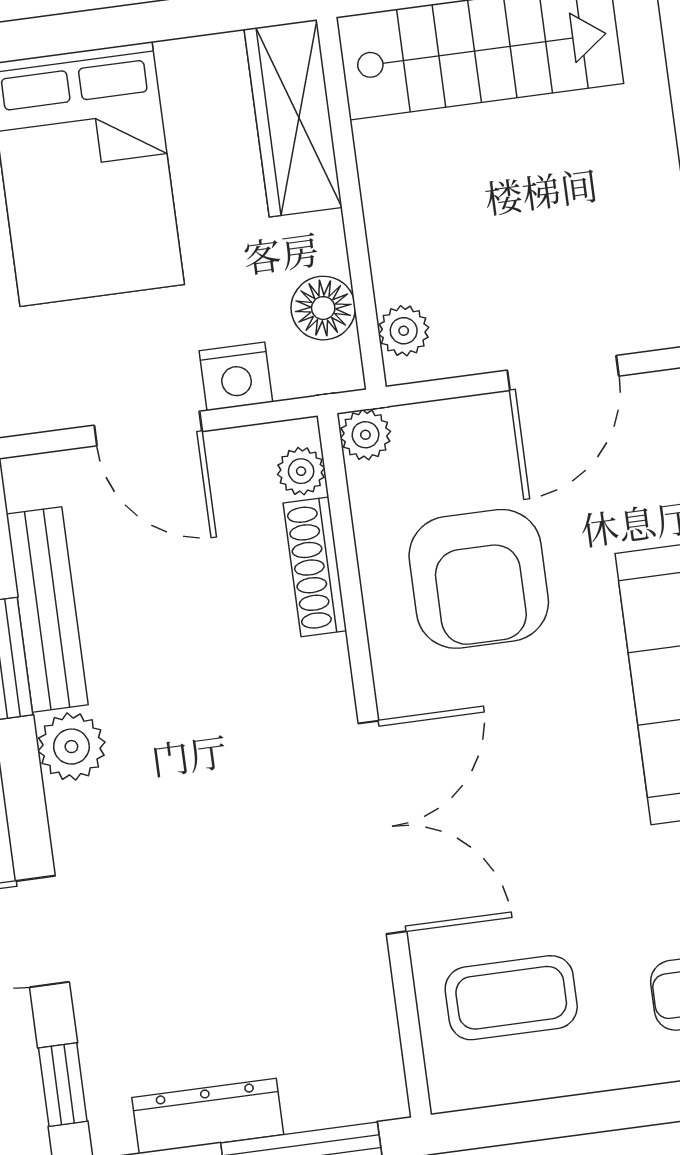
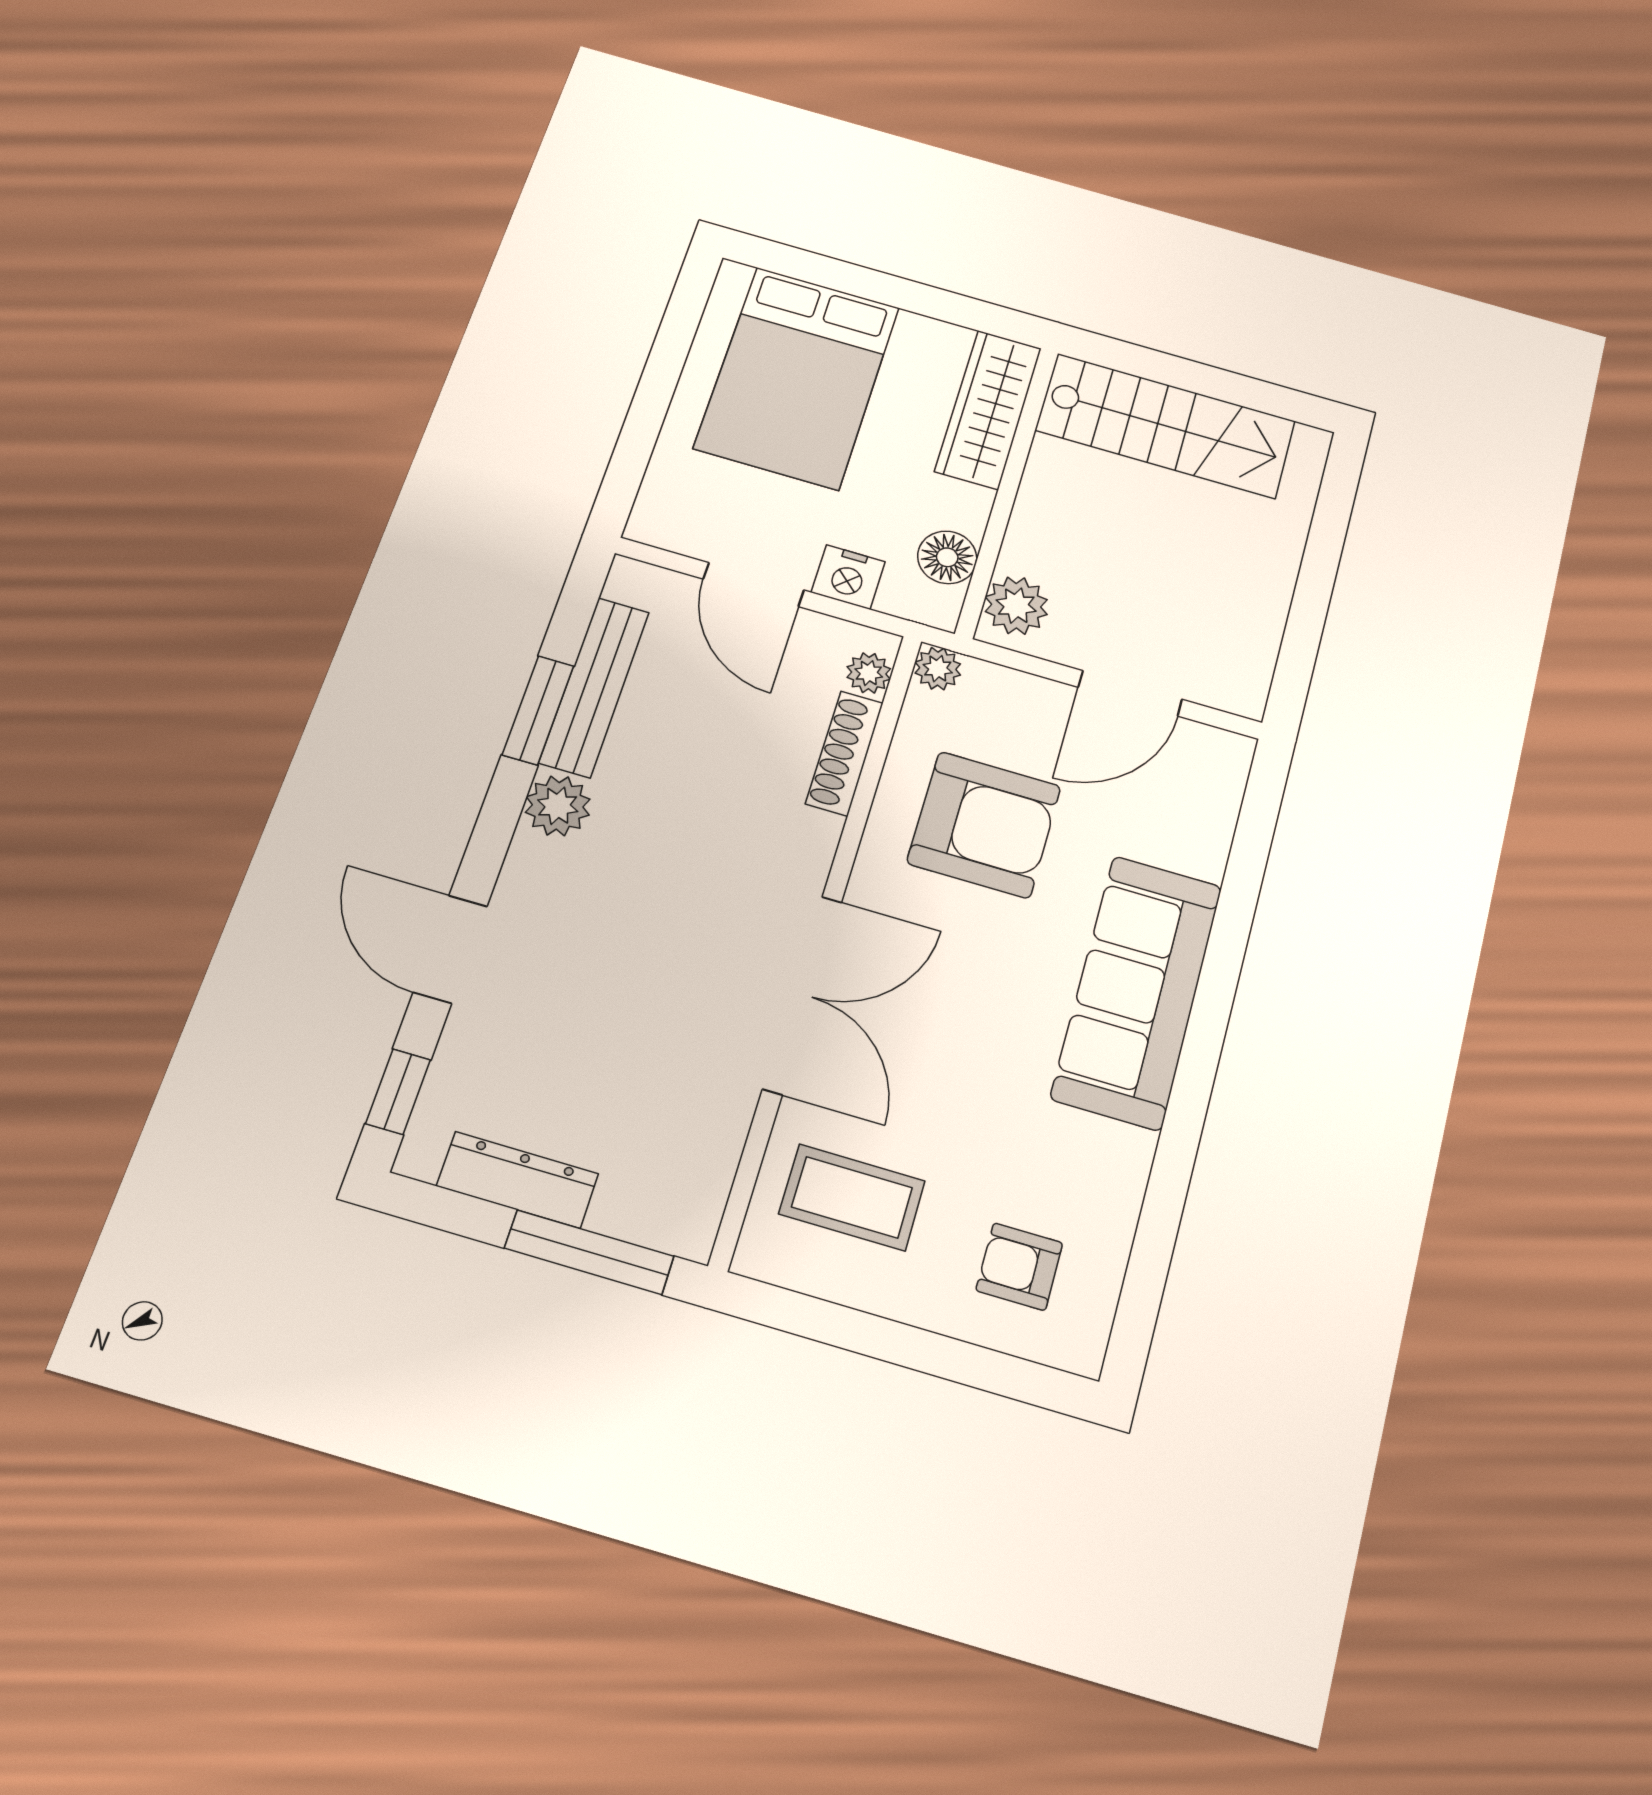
plant: (404, 331) -> (1016, 606), width x1.38, depth x1.38
armchair: (479, 579) -> (984, 825), turned -90

